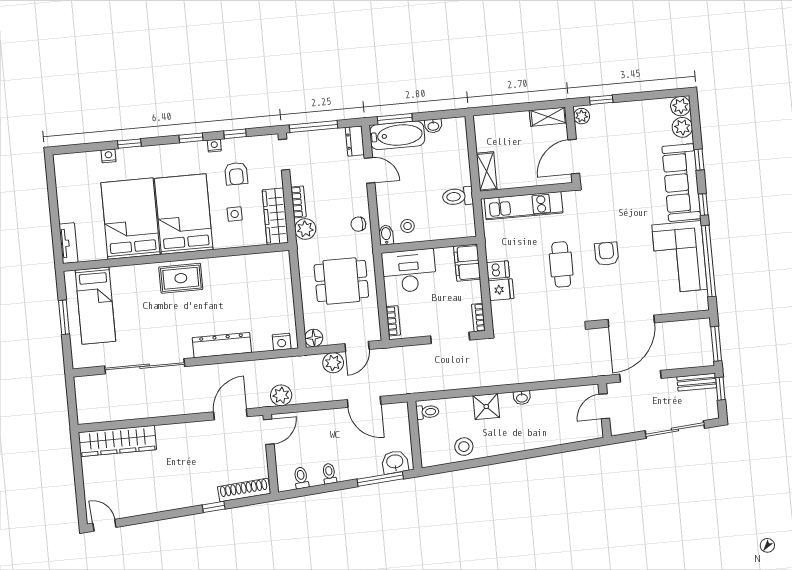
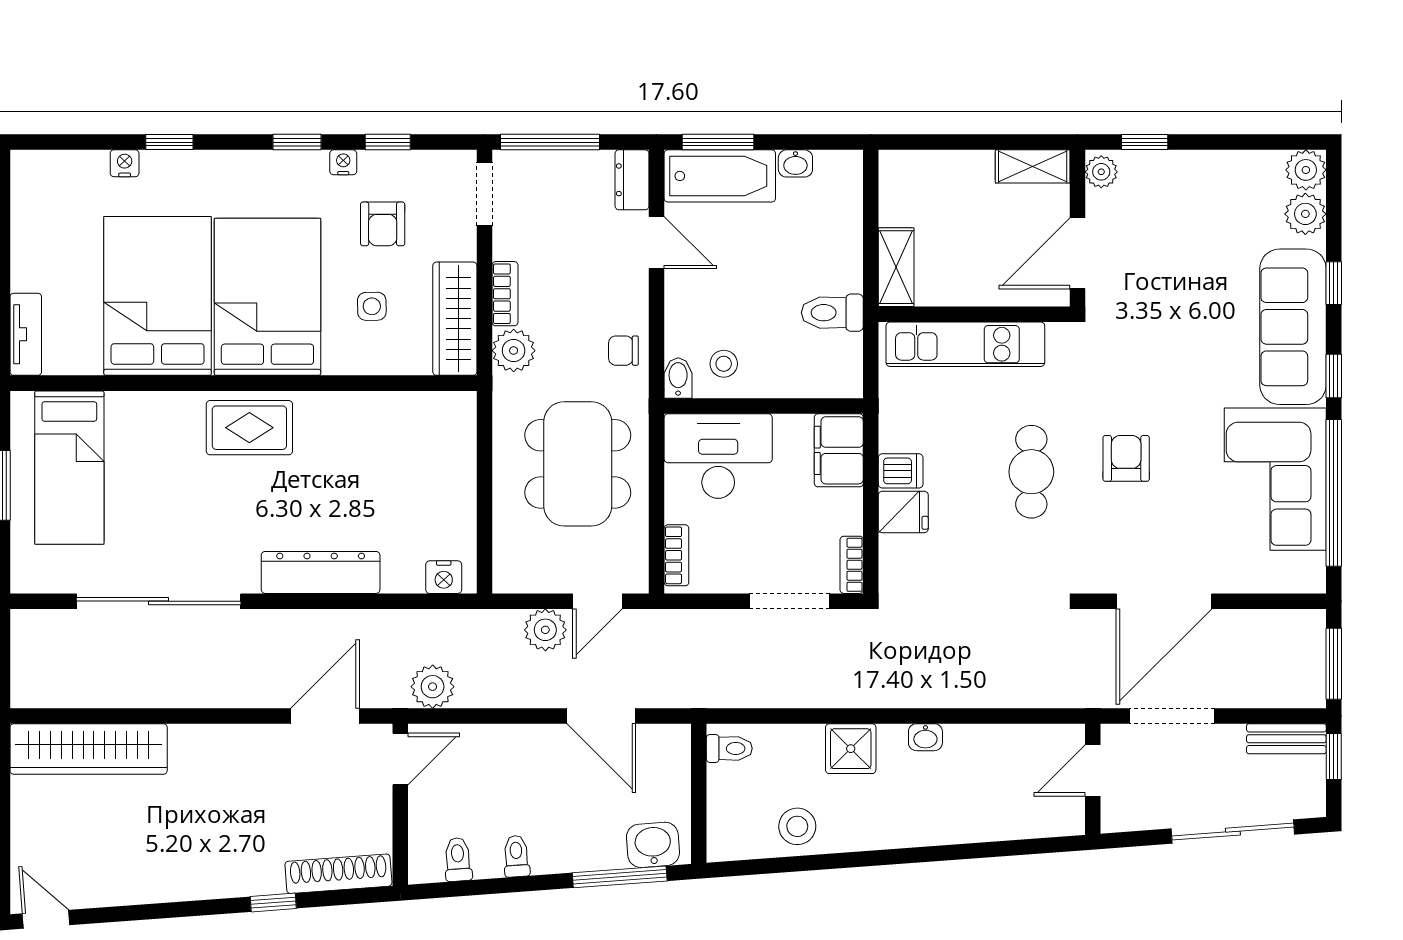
dining table: (341, 281) -> (578, 464), width x1.38
floor lamp: (314, 338) -> (510, 575), removed

